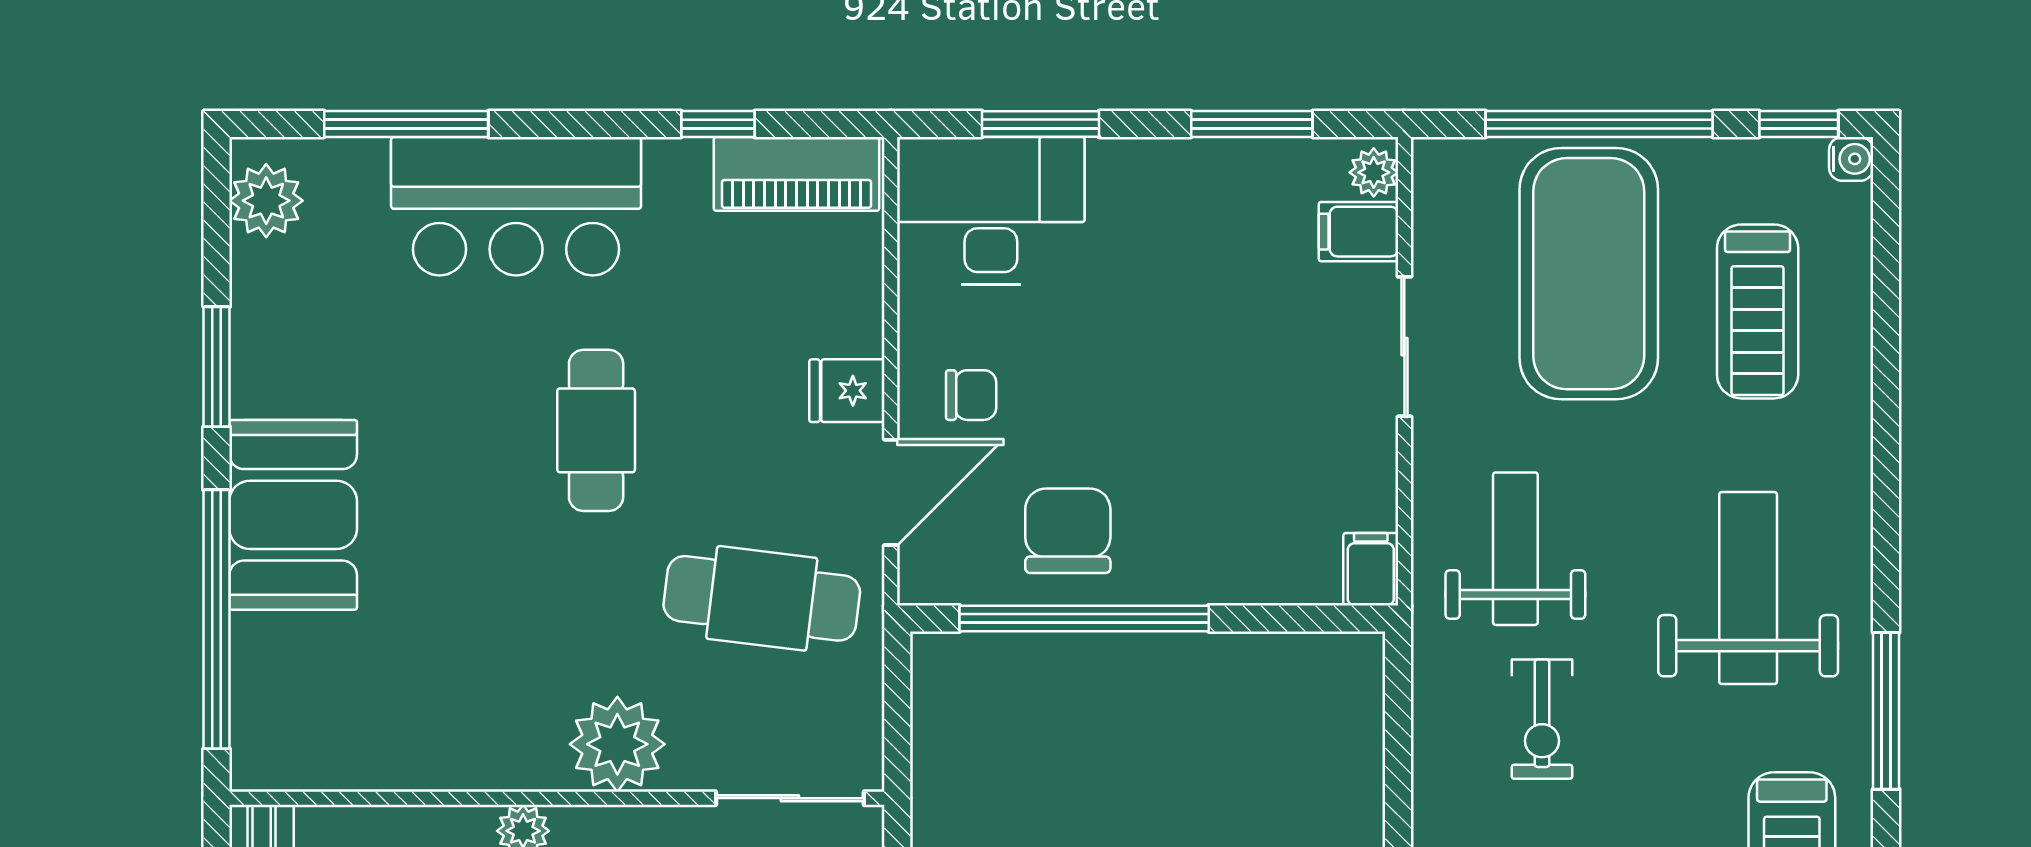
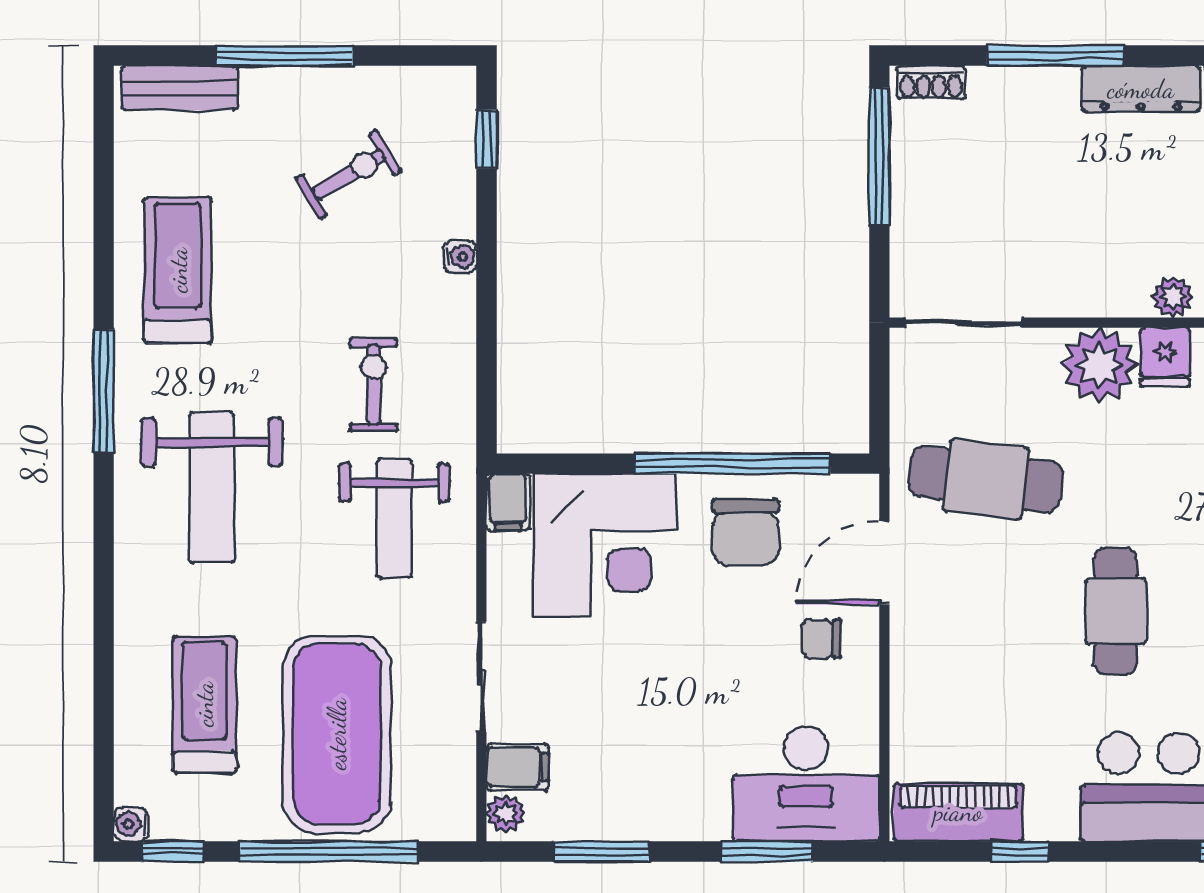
fridge: (847, 391) -> (1165, 357), moved, turned 90
corner desk: (1247, 514) -> (605, 545), added

